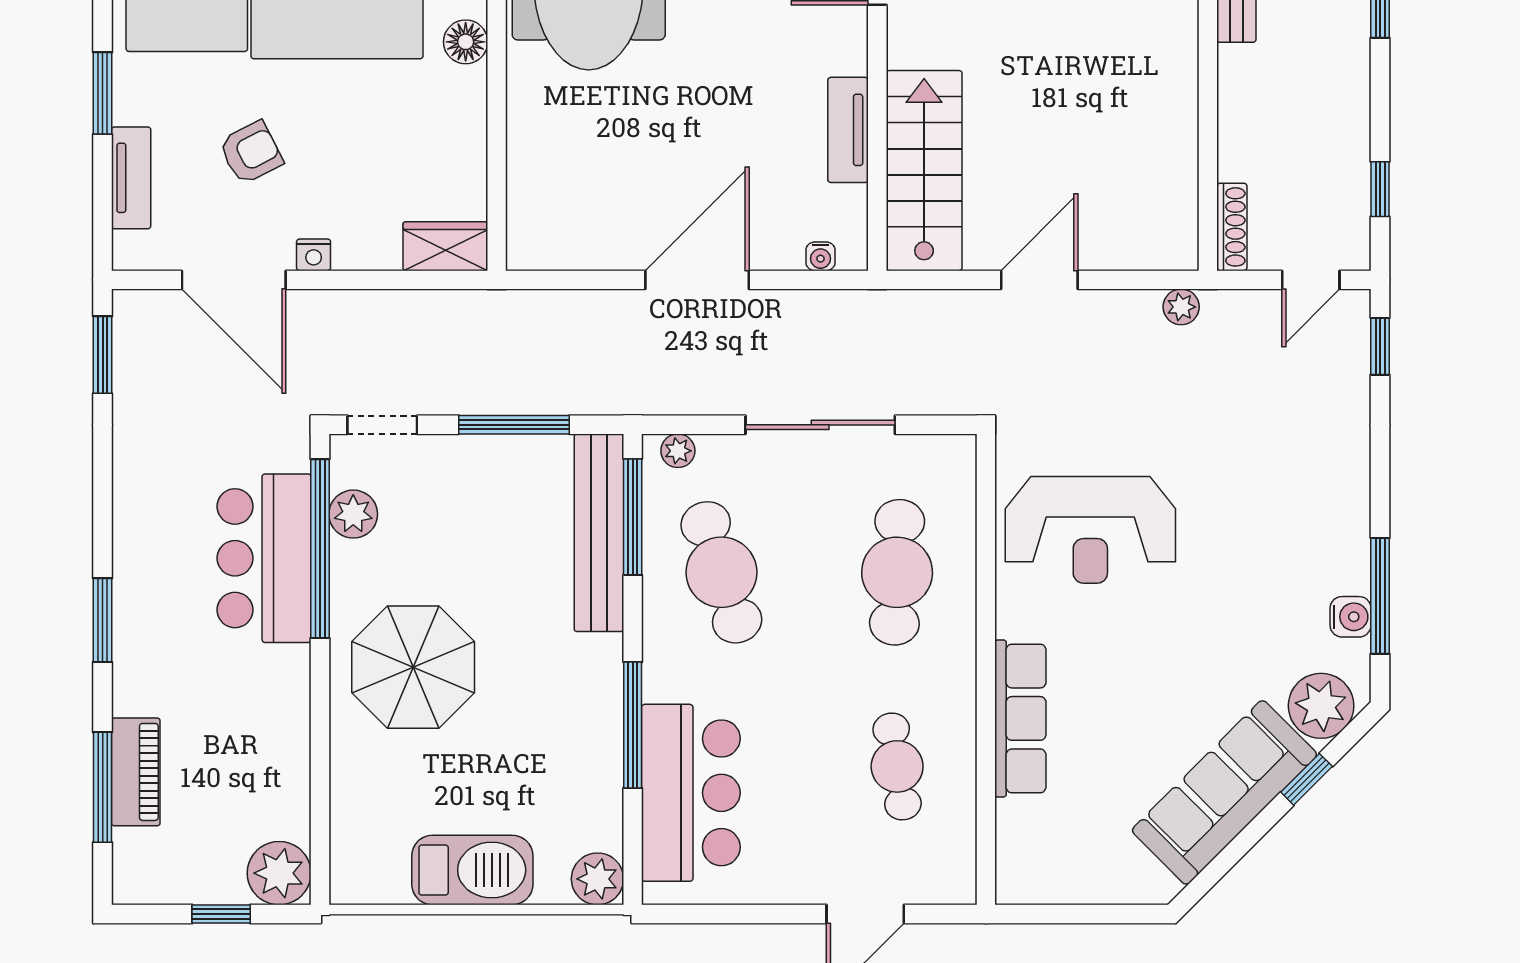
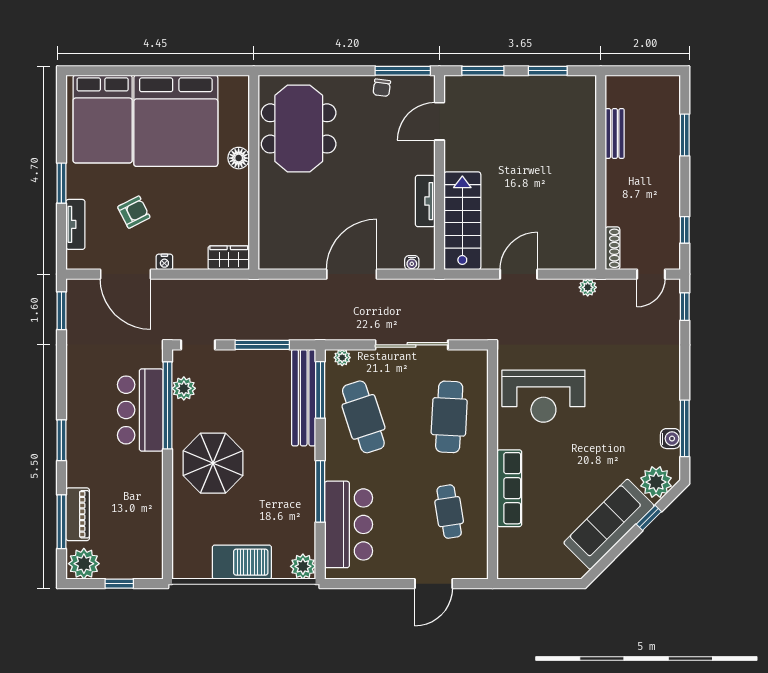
plant: (279, 873) -> (84, 564), moved

